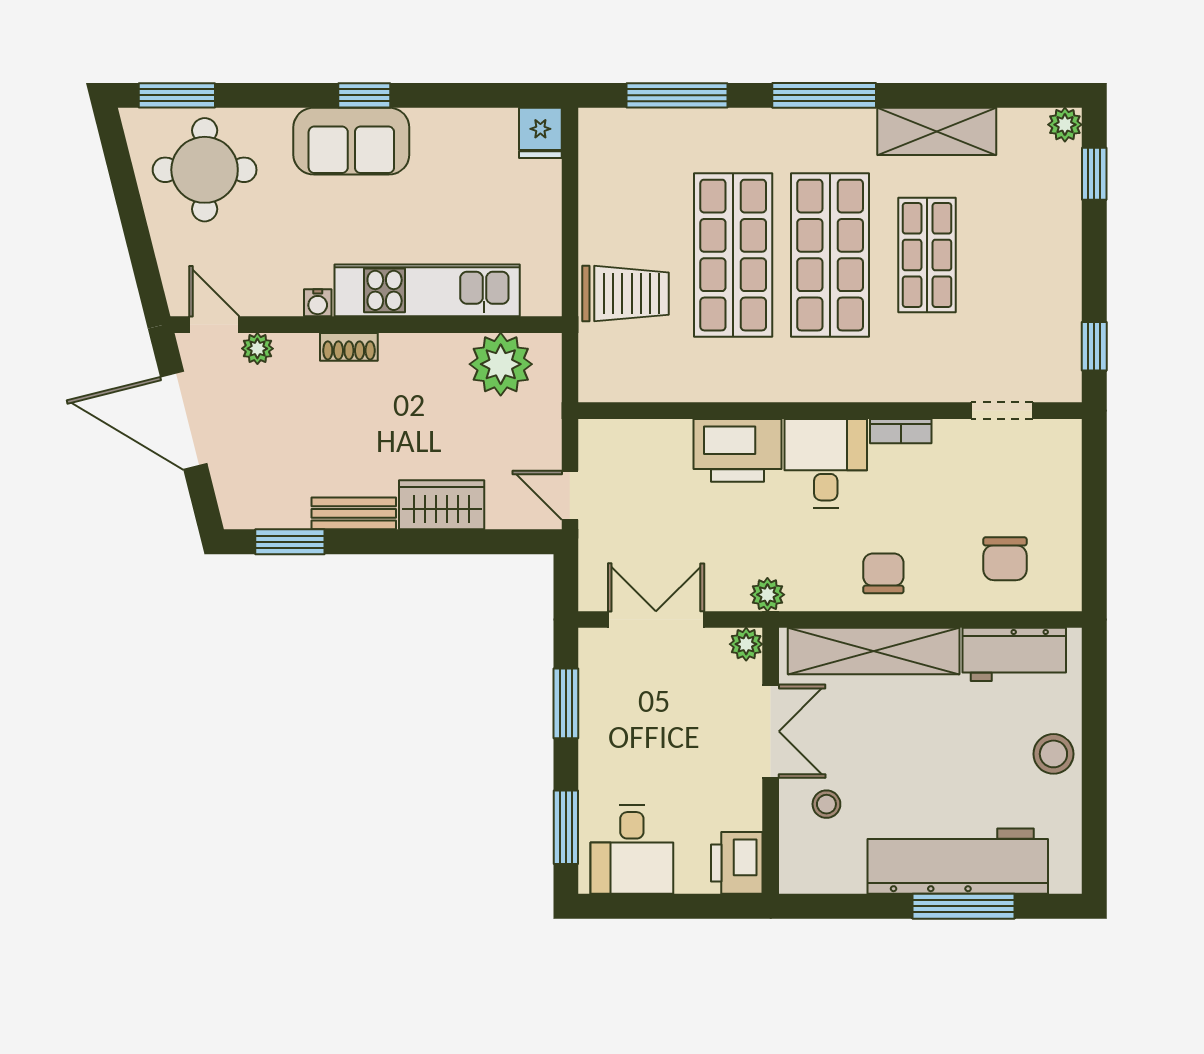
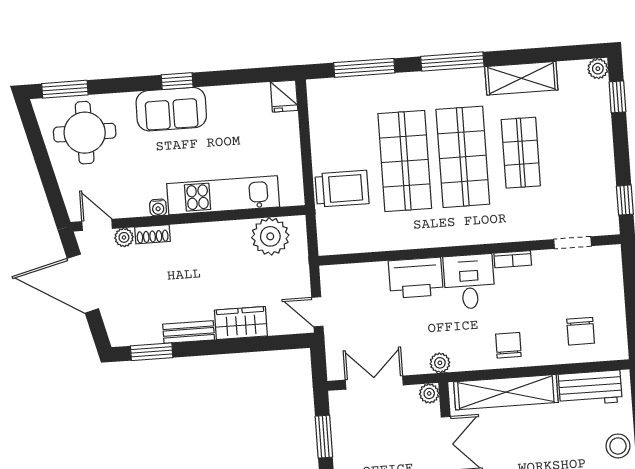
shoe rack: (349, 347) -> (152, 234), moved

